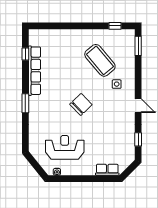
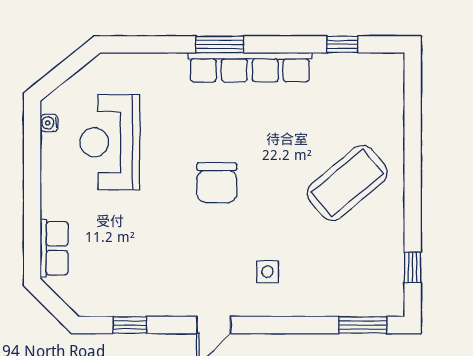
coffee table: (100, 60) -> (347, 183), moved
row of seats: (35, 71) -> (250, 67), moved
chair: (81, 104) -> (217, 183), turned 44
reception desk: (65, 147) -> (110, 142), turned 180

